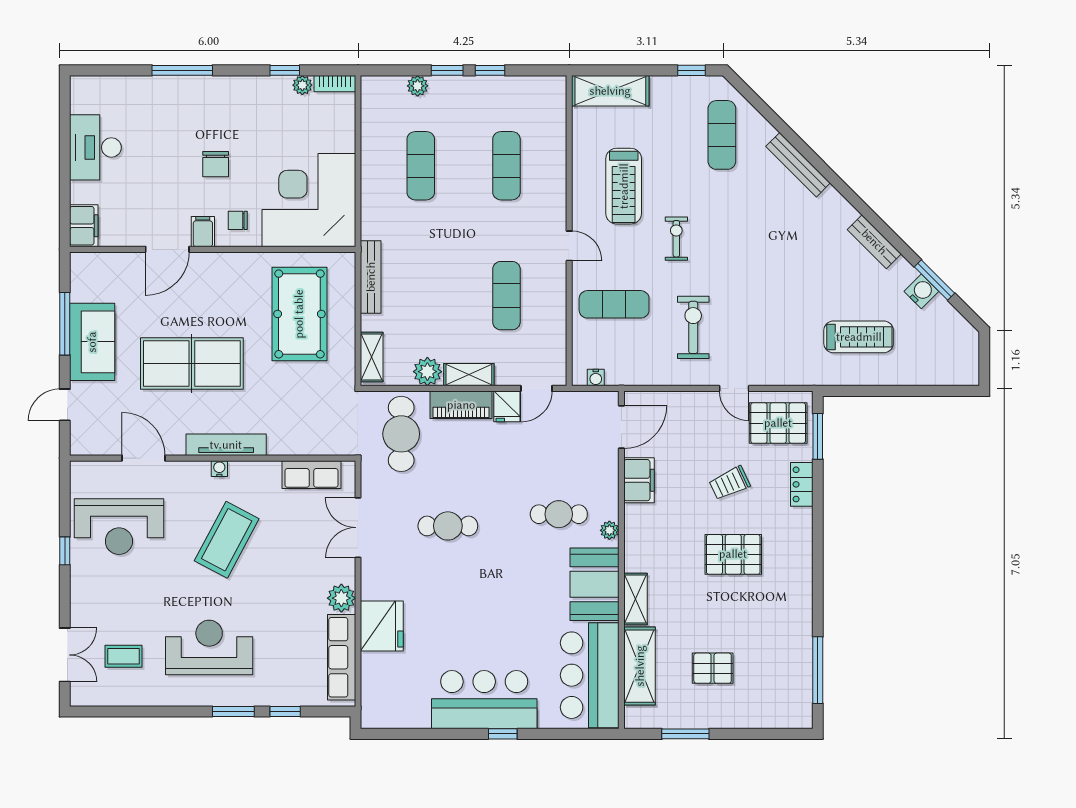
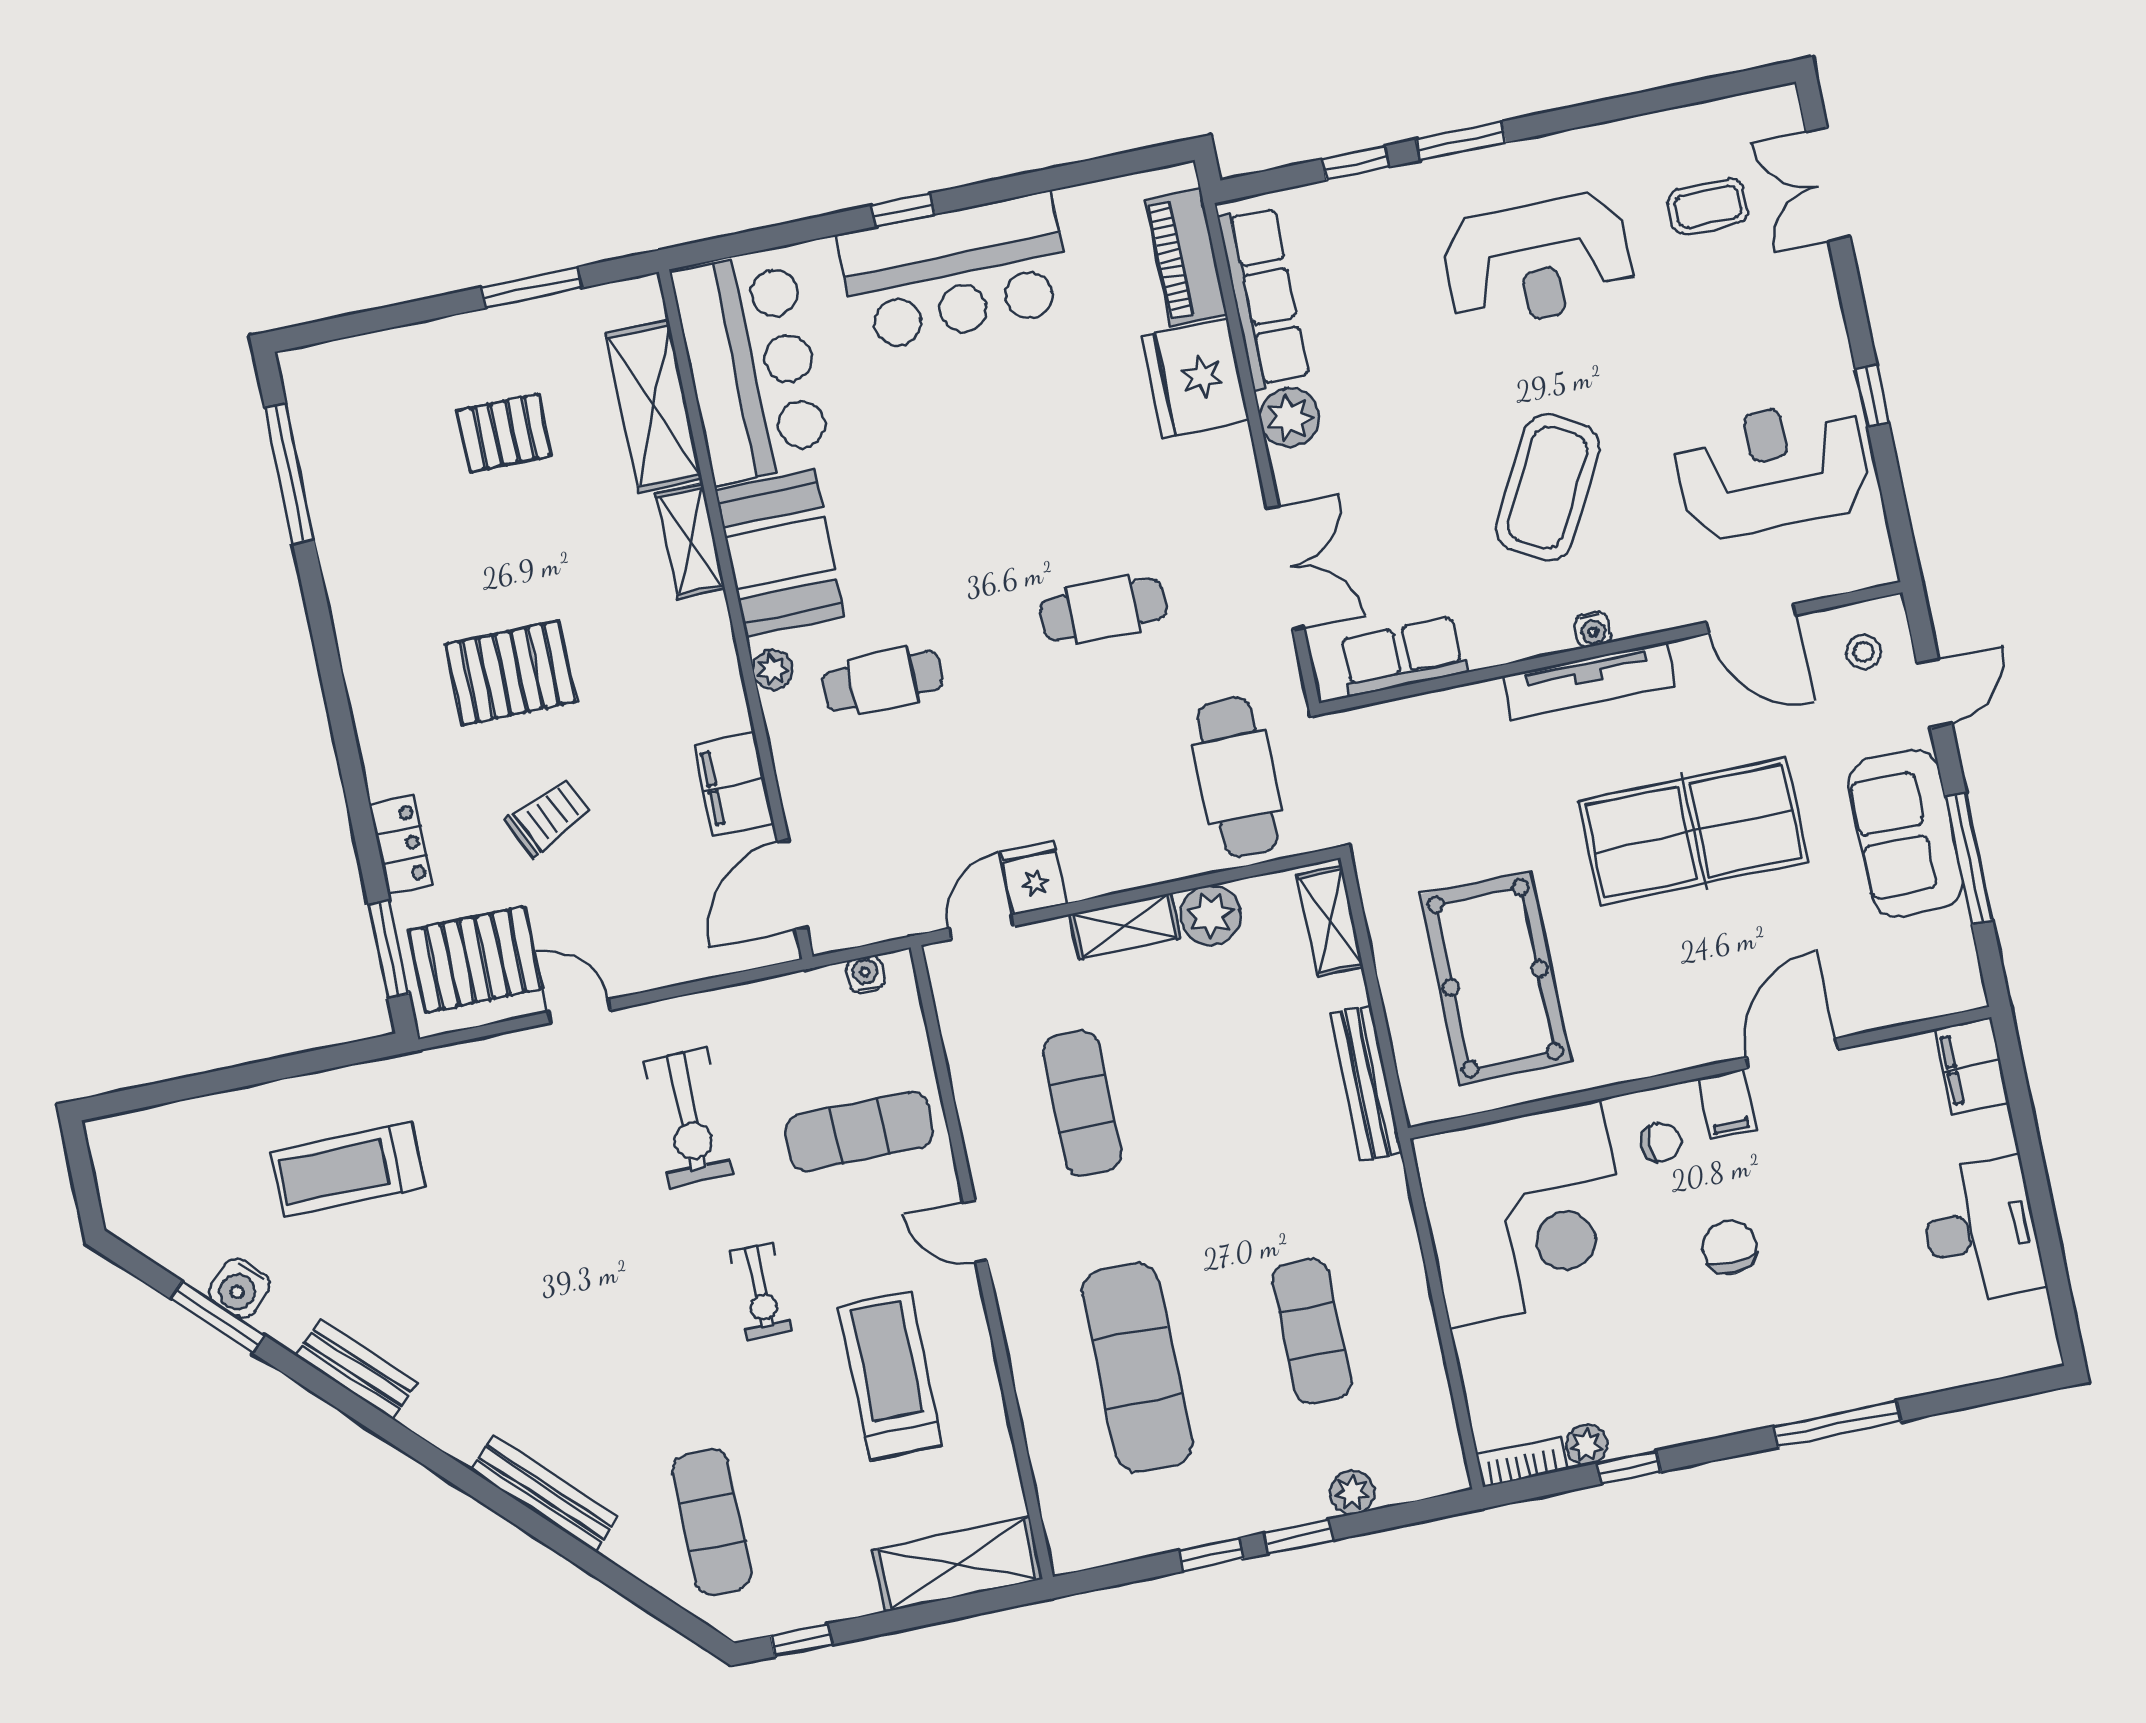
exercise mat: (506, 166) -> (1137, 1368), width x1.36, depth x1.45
piano: (461, 405) -> (1186, 257), moved, turned -90
stool: (94, 431) -> (1864, 652), added

